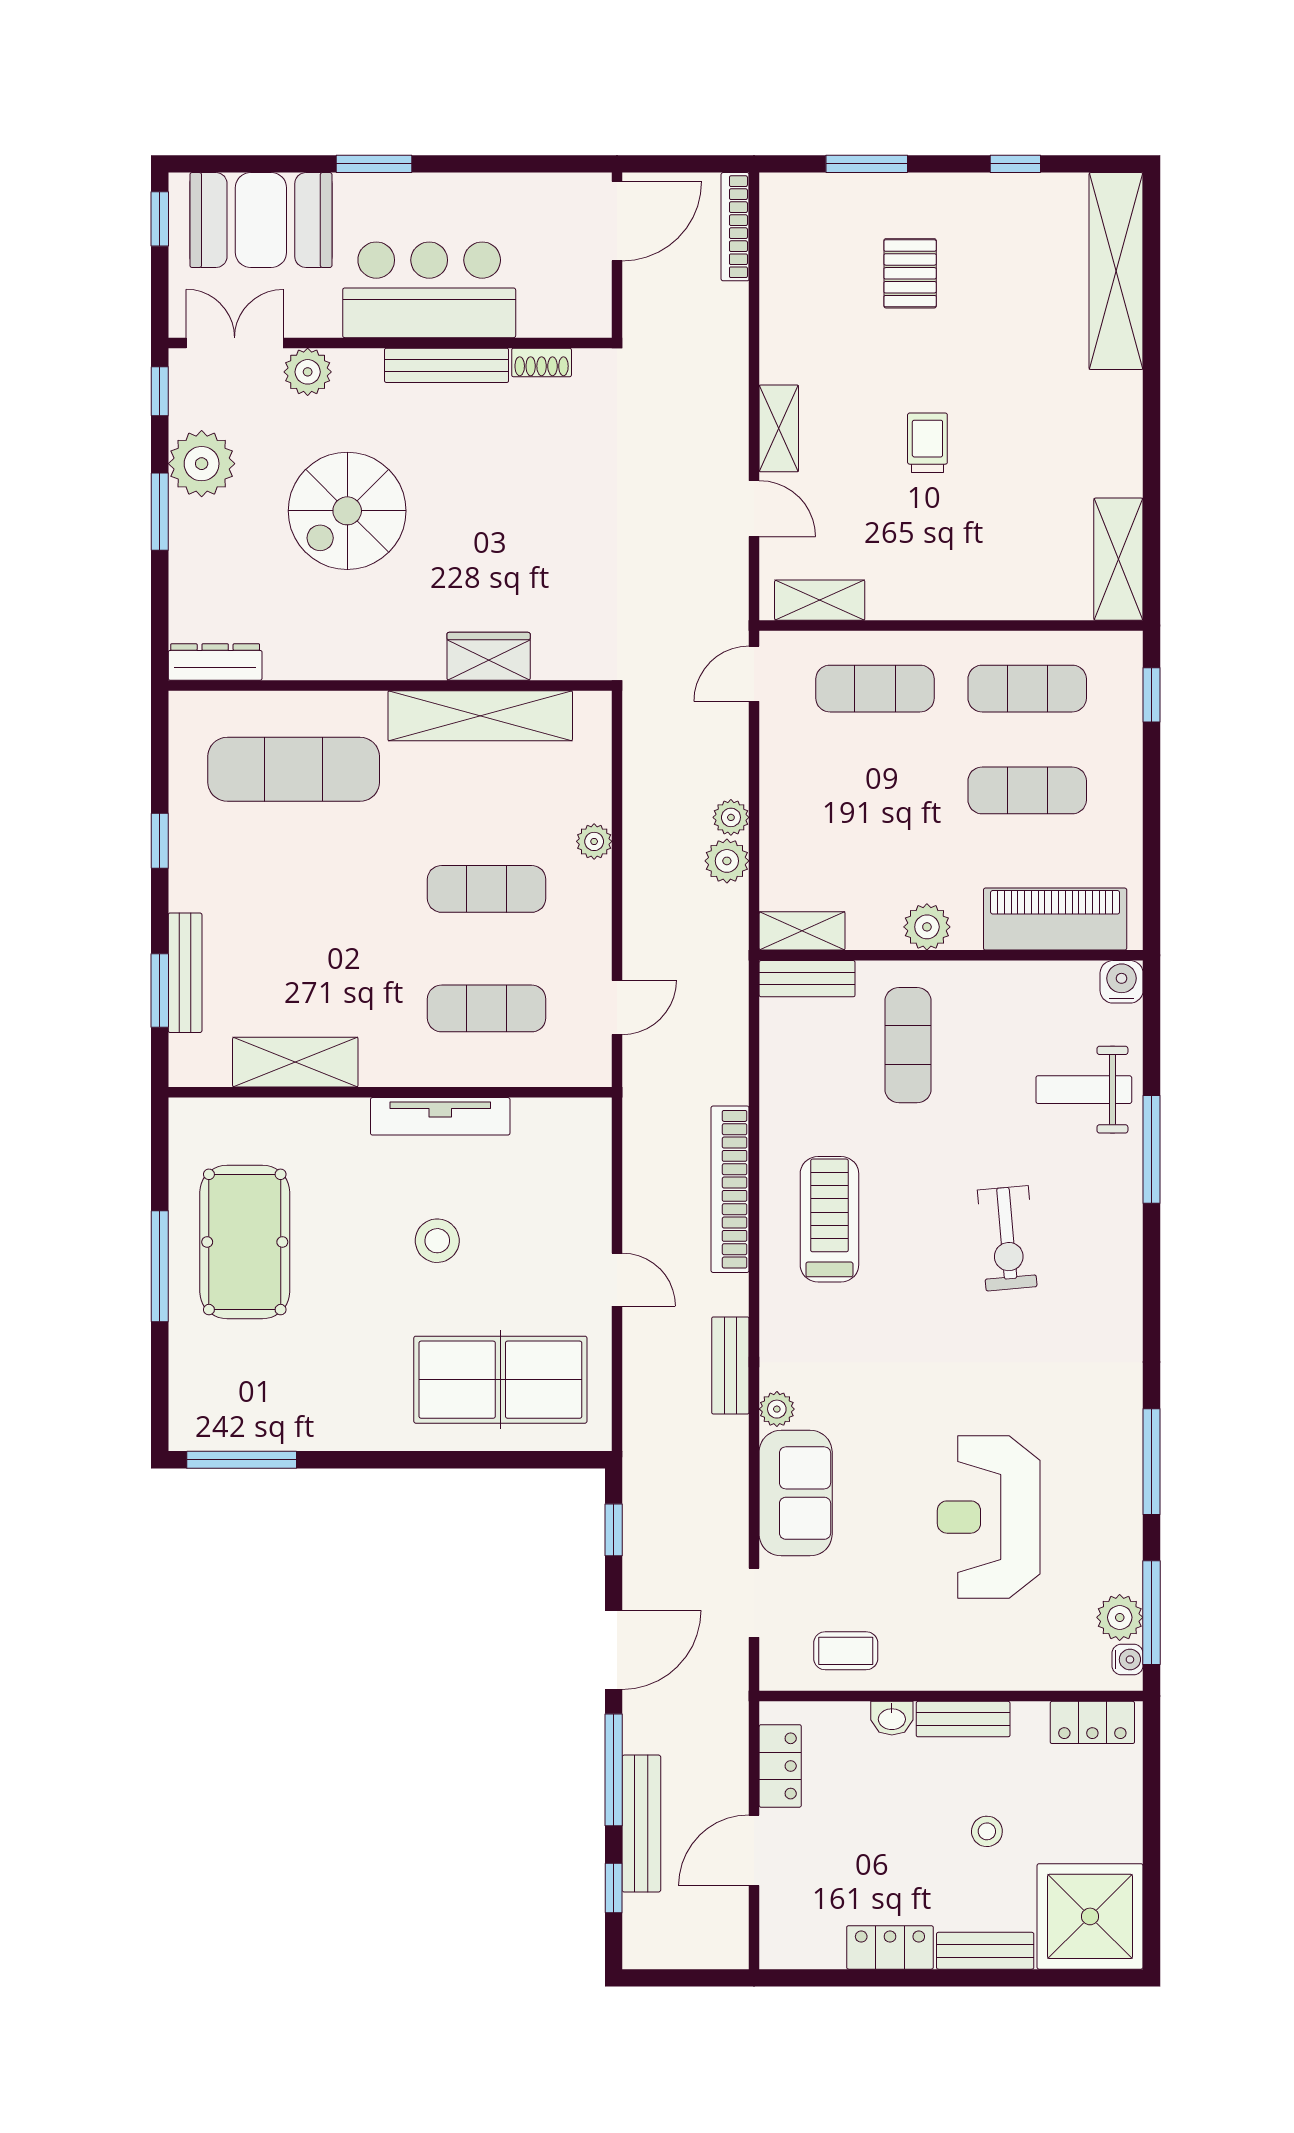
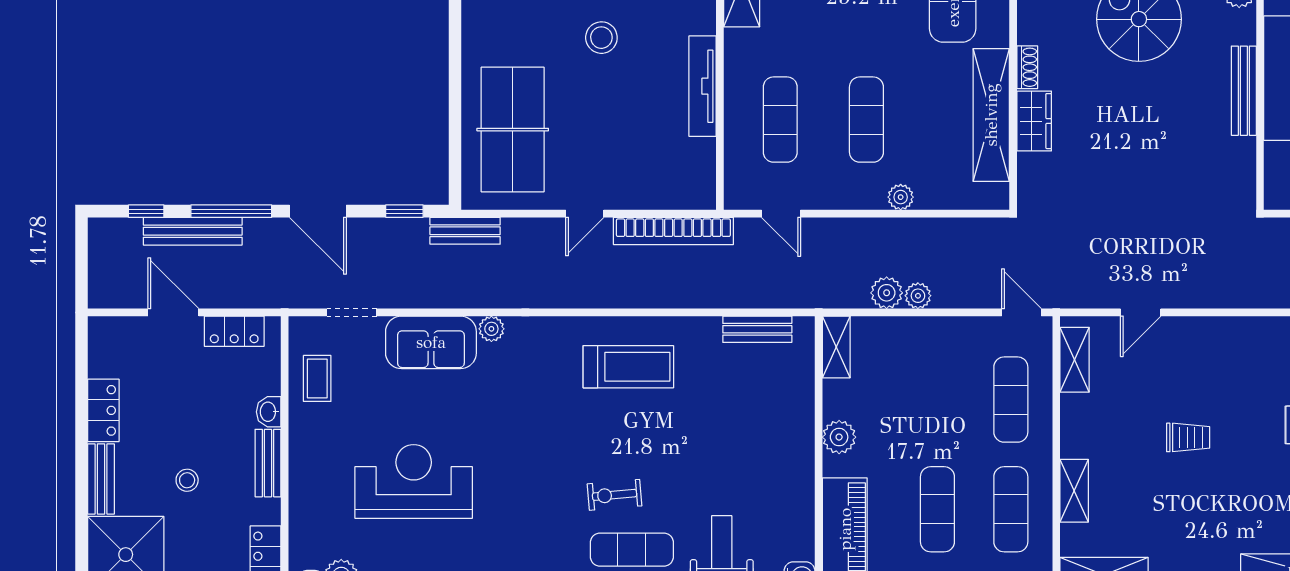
shoe rack: (542, 362) -> (1027, 67), moved, turned 180
shelving: (779, 428) -> (1074, 491), moved, turned 90
bench: (807, 979) -> (757, 329), moved, turned 90
exercise mat: (908, 1045) -> (632, 550), moved
bookcase: (730, 1189) -> (673, 231), moved, turned 180
exercise bike: (1007, 1238) -> (615, 495), width x0.73, depth x0.72
stool: (437, 1241) -> (601, 38), moved
bench: (730, 1365) -> (465, 231), moved

